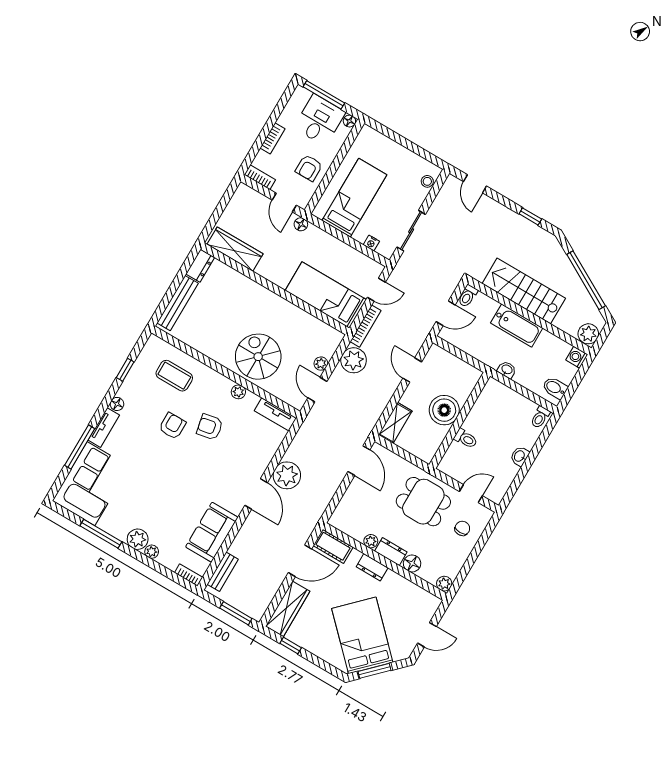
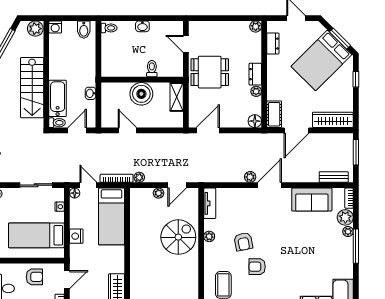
floor lamp: (301, 224) -> (75, 193), moved
nightstand: (327, 242) -> (76, 236), added
door: (446, 313) -> (77, 130), hinge flipped
bathtub: (517, 326) -> (58, 98), moved
spiral stairs: (258, 357) -> (178, 237), turned 180
plant: (354, 360) -> (139, 177), width x0.53, depth x0.53
door: (412, 370) -> (127, 130), swing flipped
washbasin: (507, 370) -> (91, 93), moved
shelving: (395, 423) -> (177, 97), moved, turned 90
plant: (287, 475) -> (250, 177), width x0.53, depth x0.53
dining table: (423, 502) -> (210, 72), turned 90
chair: (462, 528) -> (212, 36), removed
window: (101, 534) -> (356, 246), moved
plant: (138, 539) -> (345, 217), moved
door: (300, 561) -> (296, 130), swing flipped
floor lamp: (412, 563) -> (255, 121), moved
dresser: (372, 567) -> (273, 44), moved
window: (291, 646) -> (356, 79), moved

